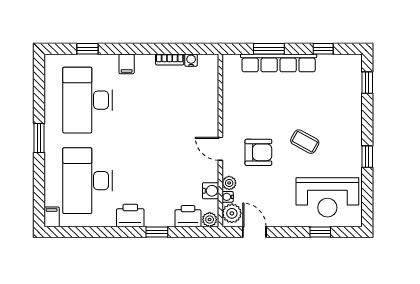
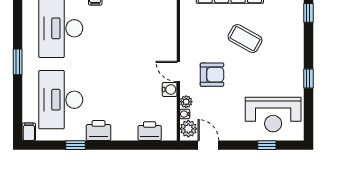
coffee table: (305, 142) -> (245, 39), moved, width x1.36, depth x1.30
water cooler: (211, 191) -> (170, 89), moved
plant: (210, 220) -> (169, 134), removed
window: (157, 232) -> (76, 145), moved

